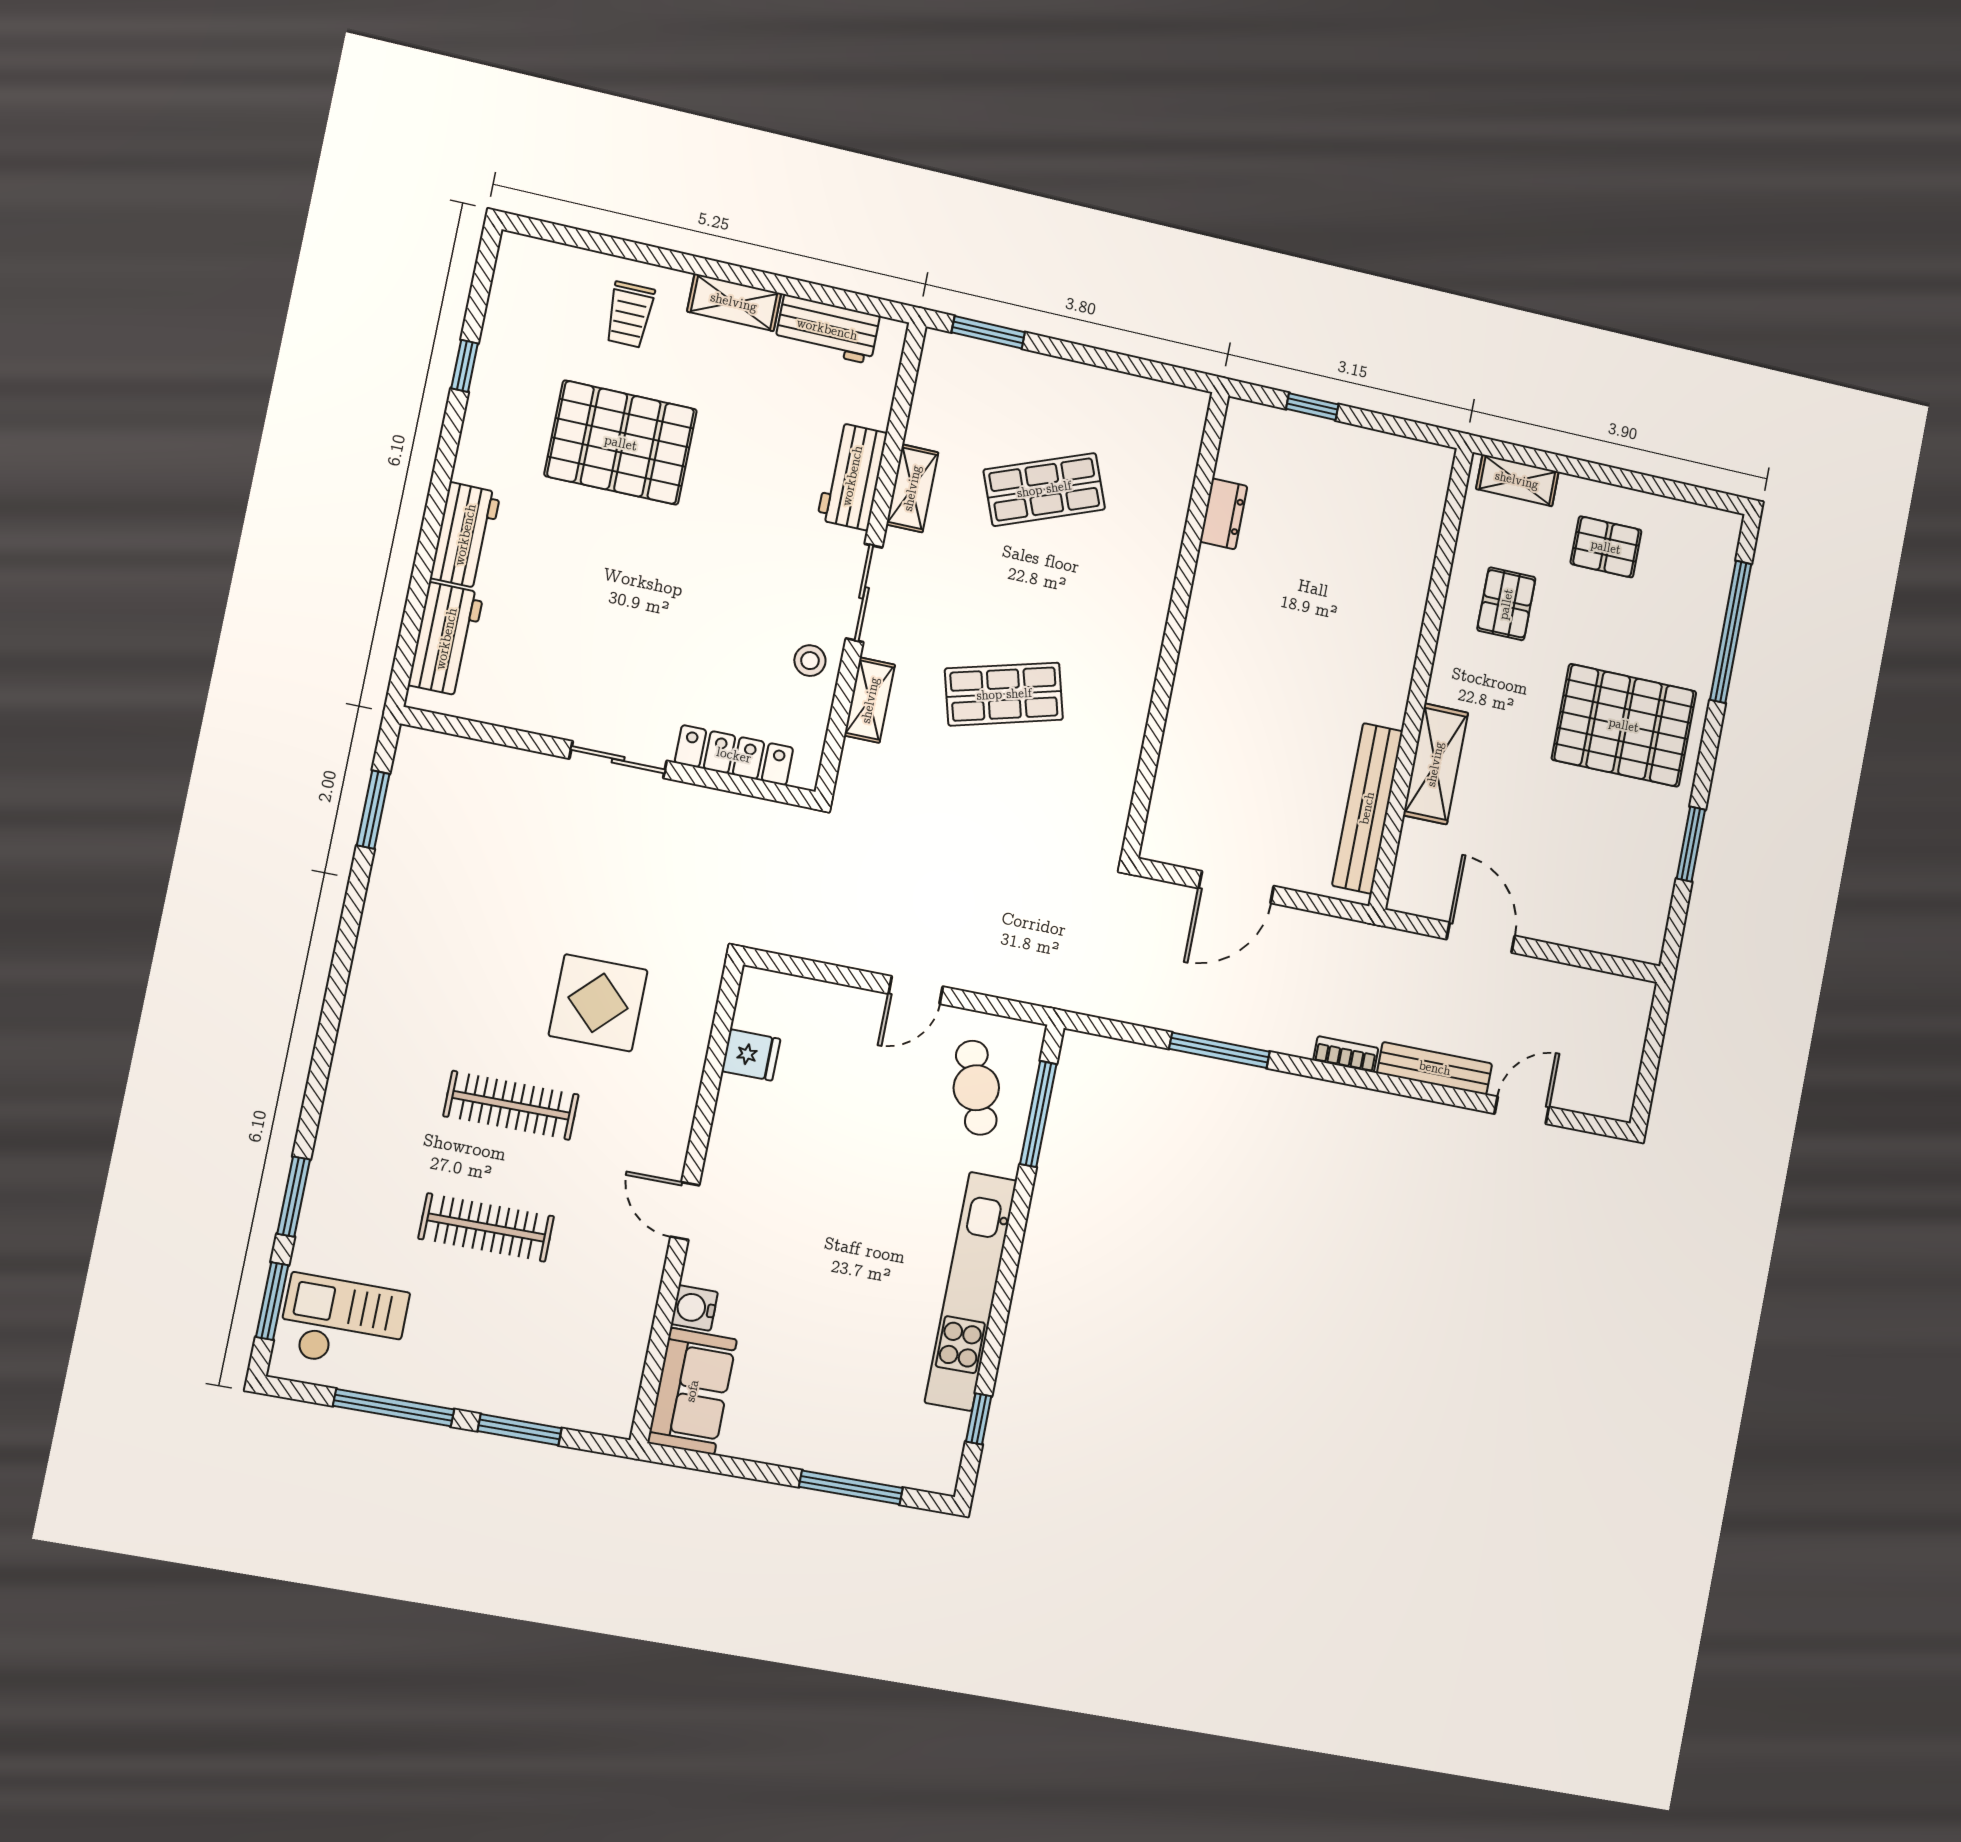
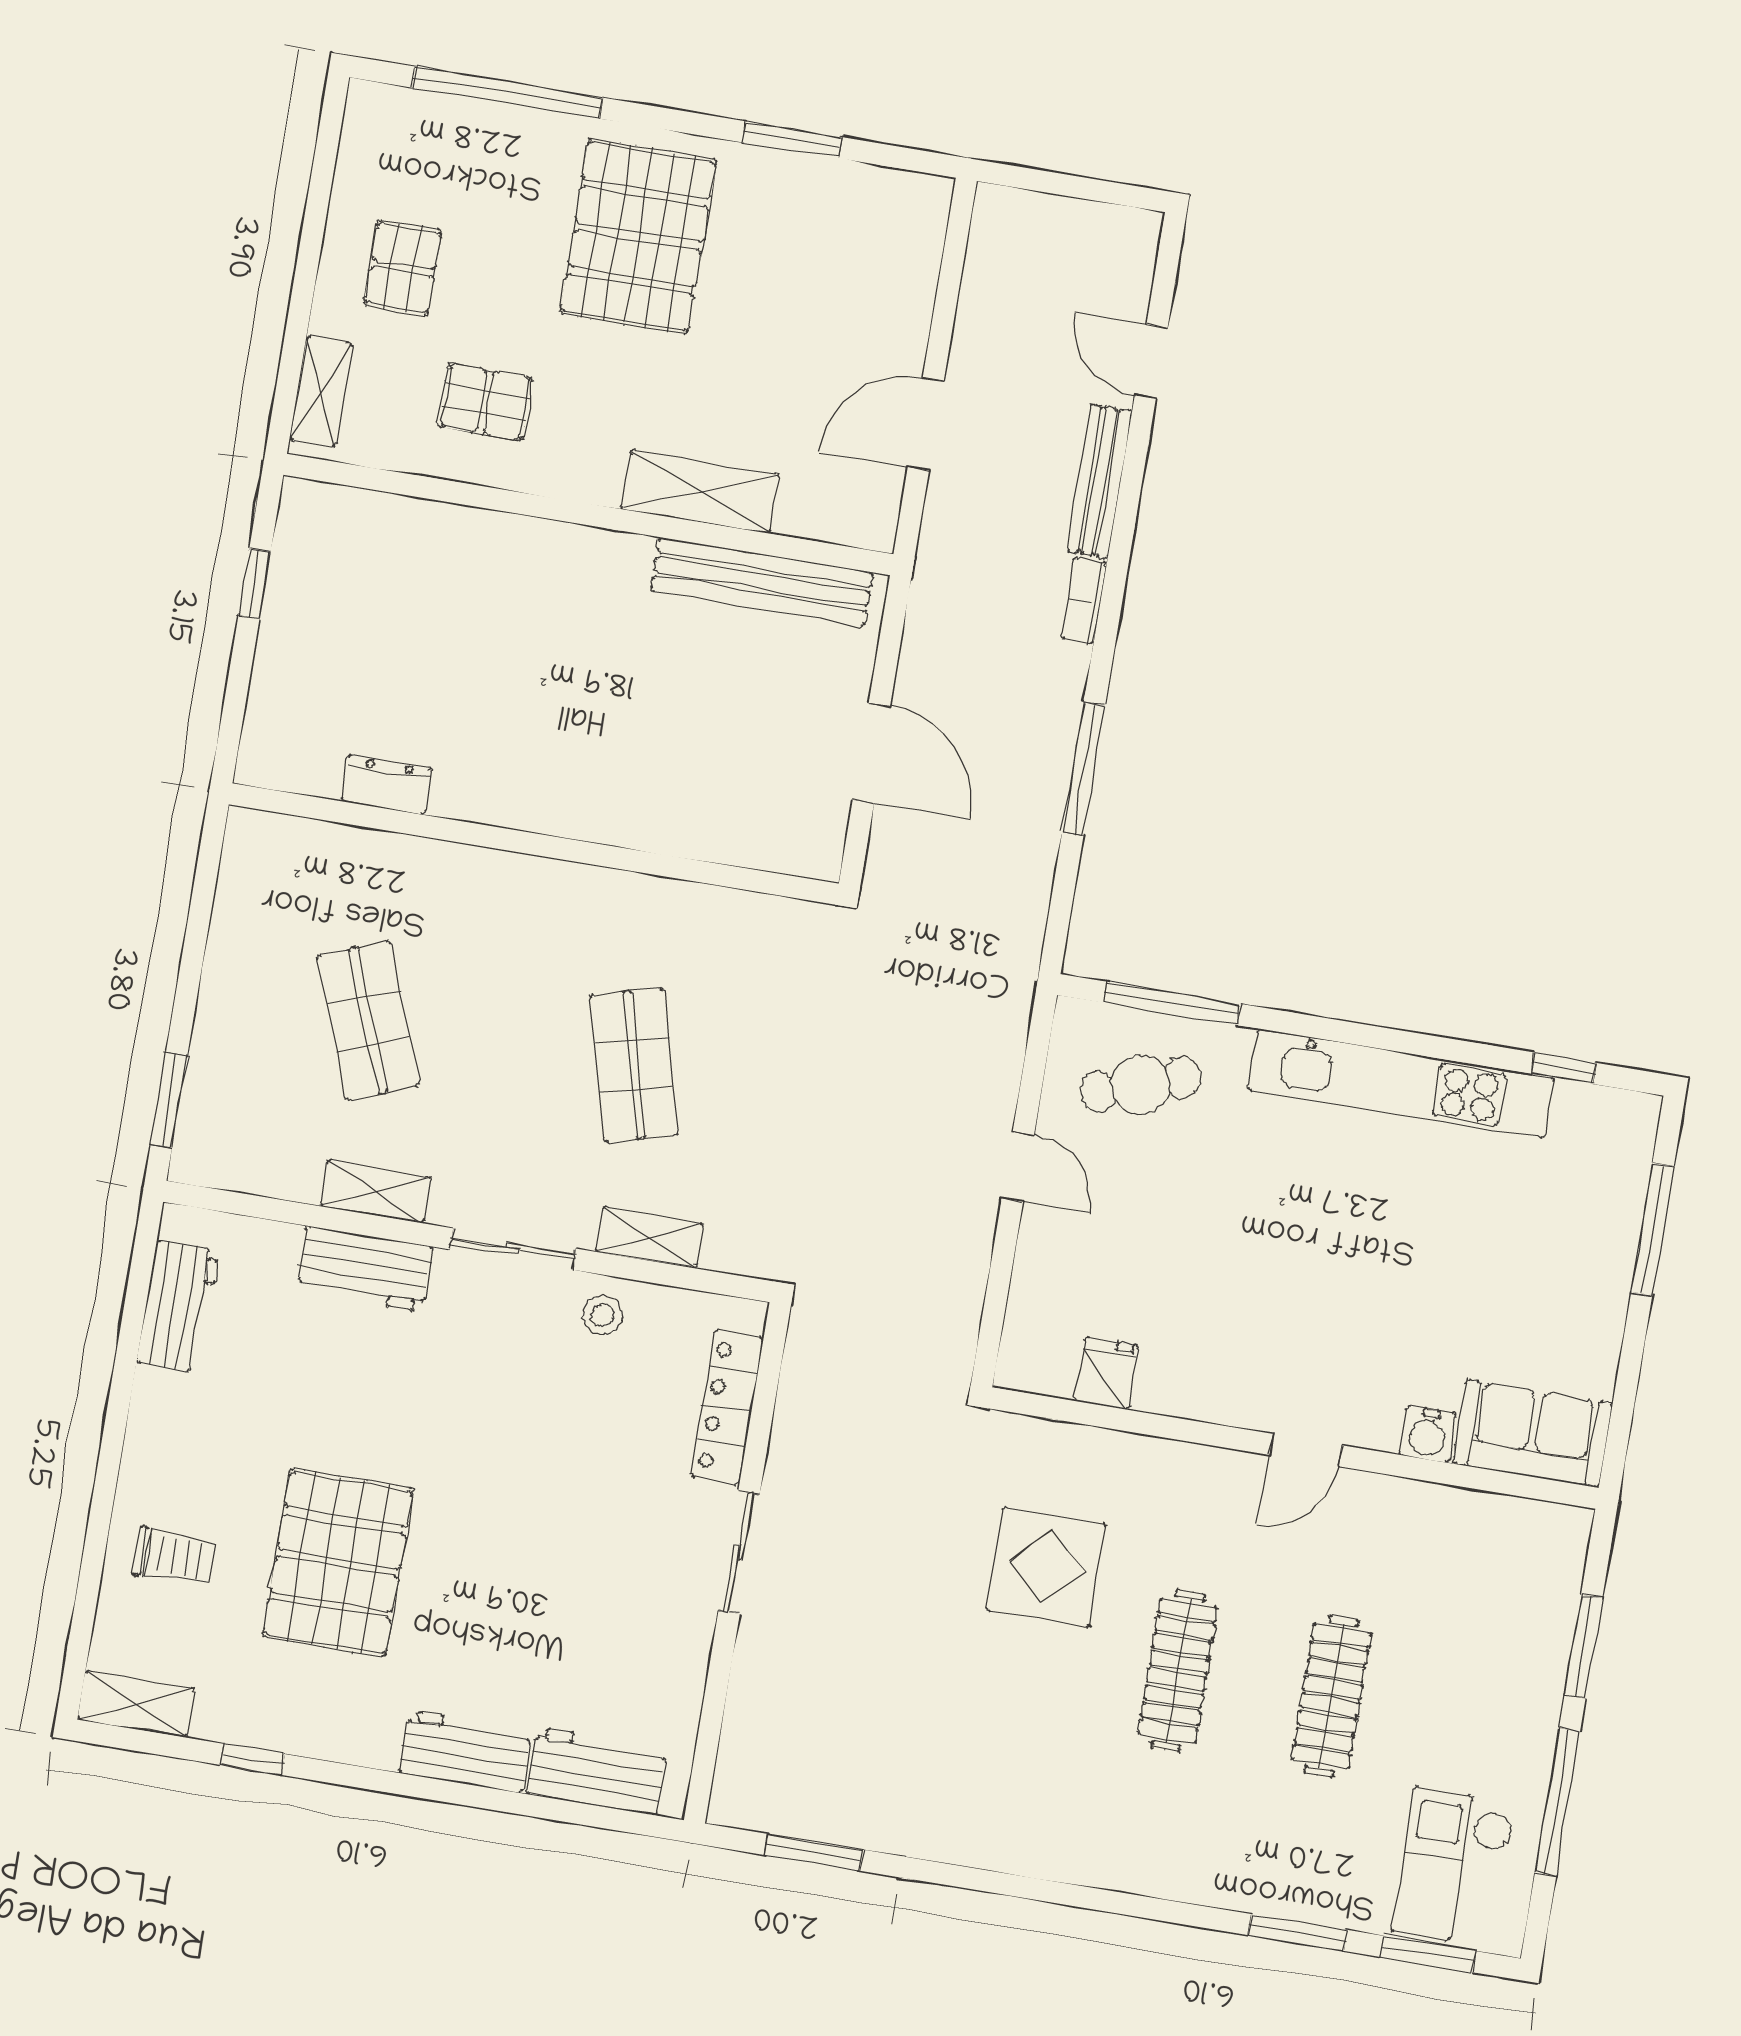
shelving: (734, 302) -> (136, 1704), moved, turned 90
window: (1312, 407) -> (254, 584), moved

